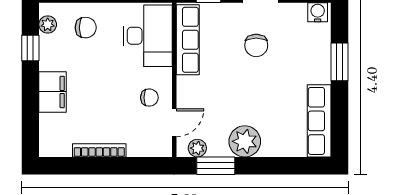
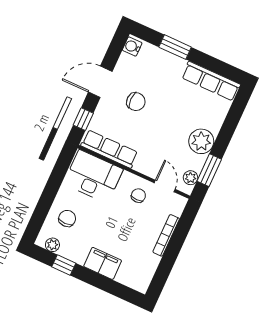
bookcase: (99, 150) -> (166, 235), moved

